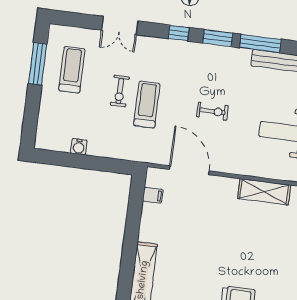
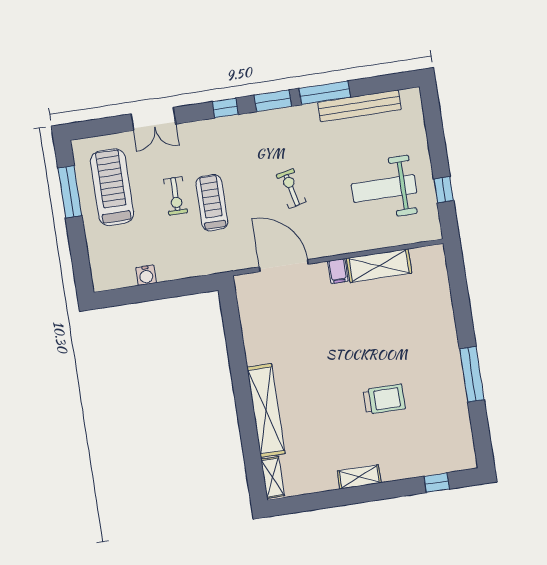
treadmill: (72, 70) -> (112, 187), width x1.37, depth x1.38
exercise bike: (212, 111) -> (291, 188), turned -102
filing cabinet: (153, 195) -> (338, 271), moved, turned 90

